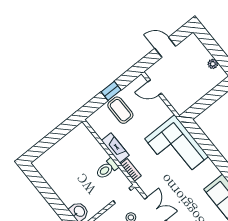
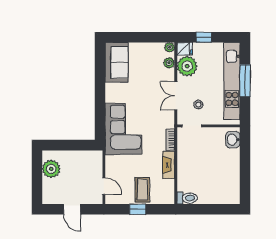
plant: (213, 64) -> (51, 169), width x1.88, depth x1.88
toilet: (107, 169) -> (187, 198), moved

